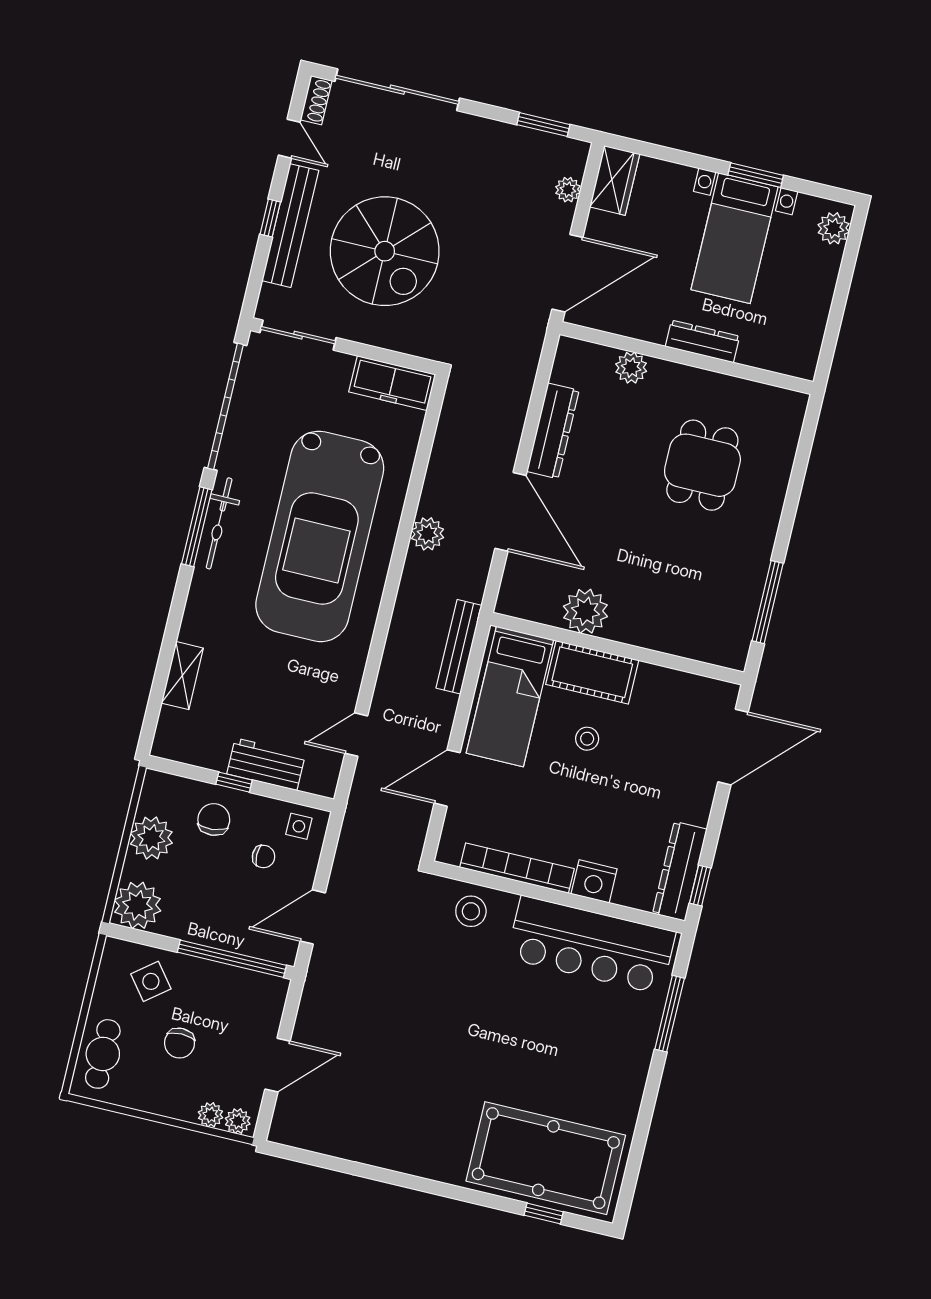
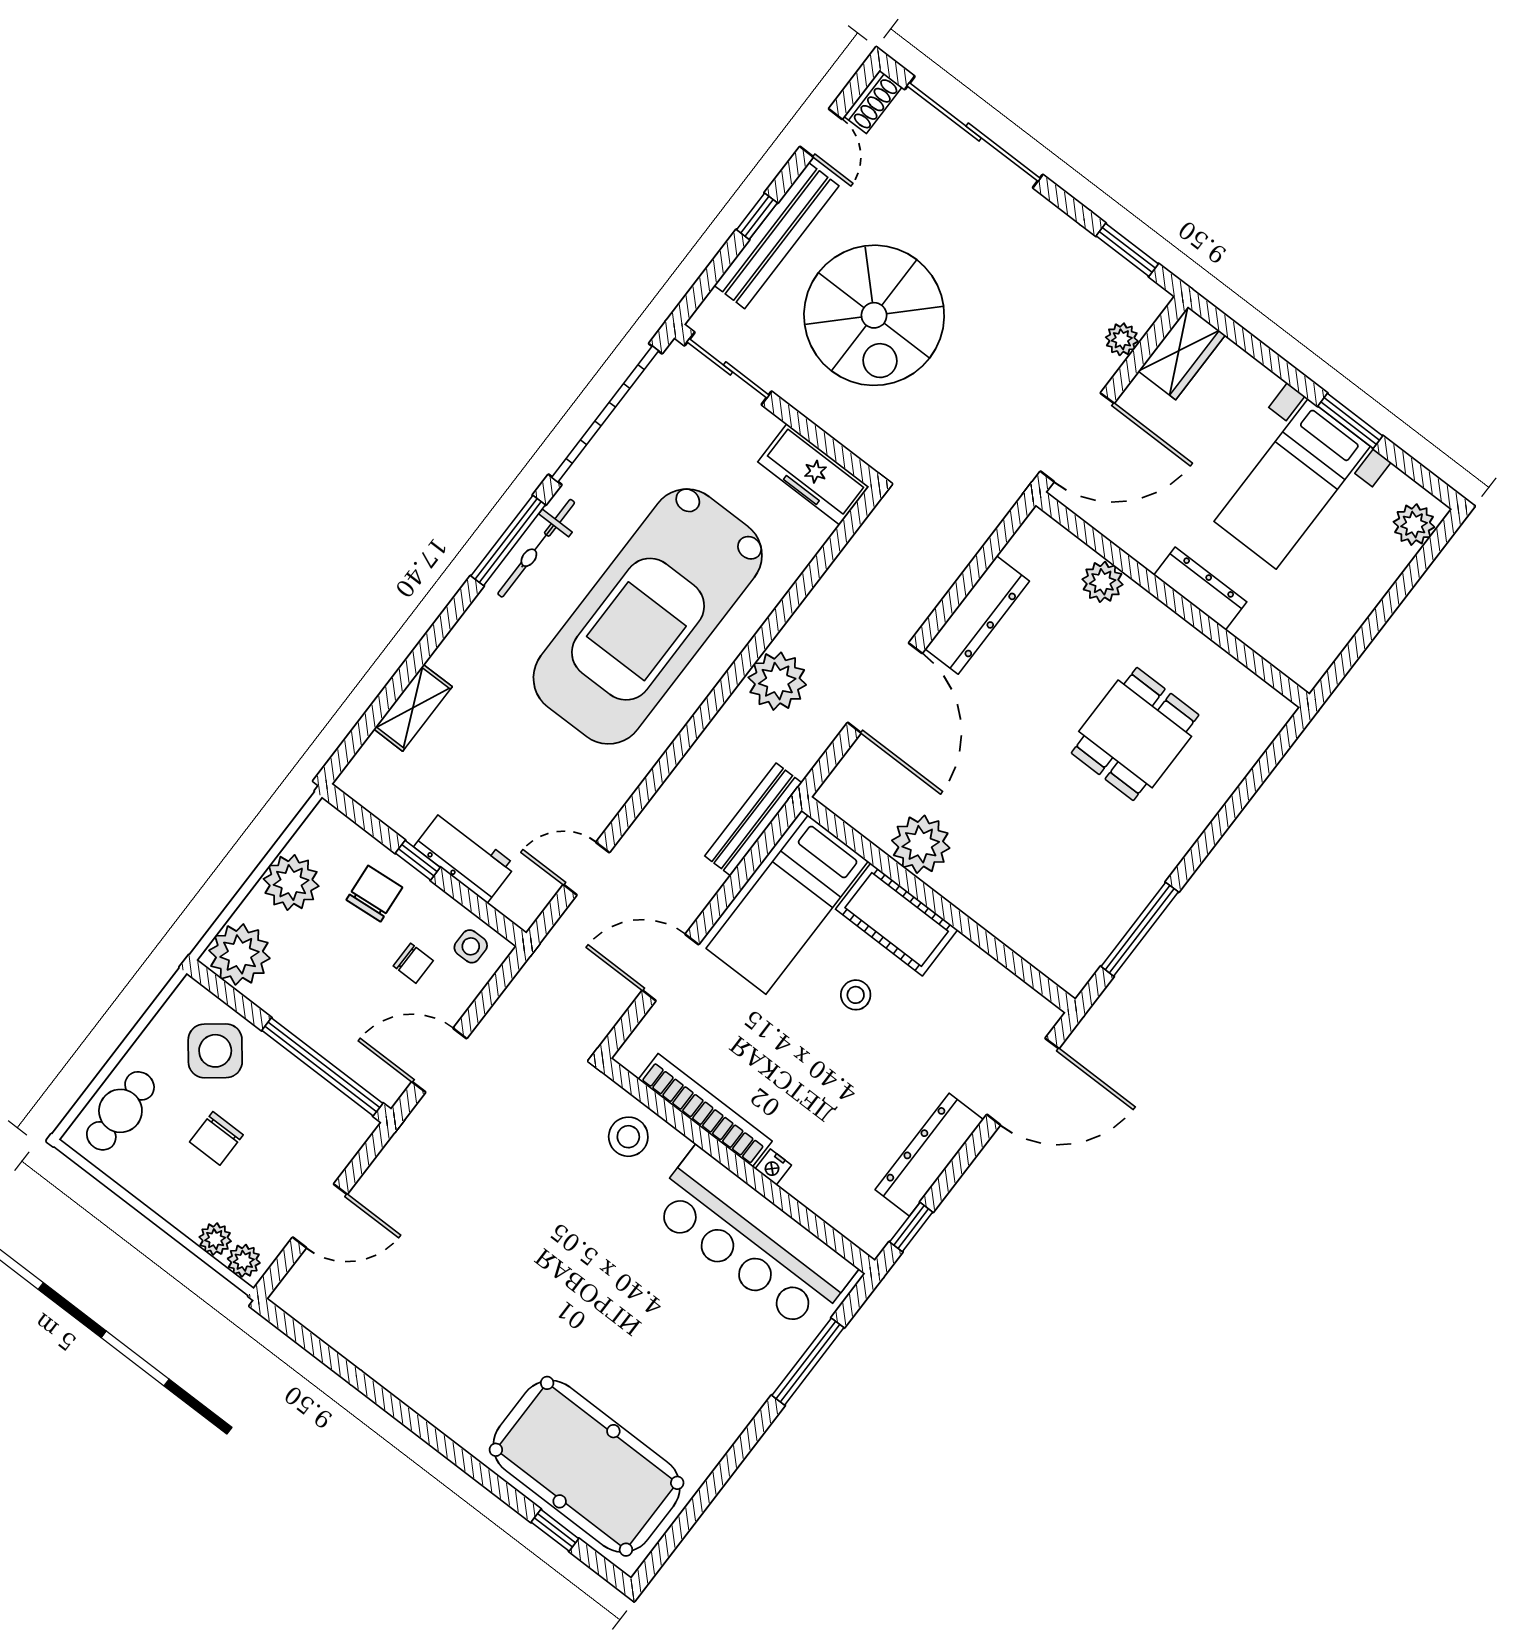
plant: (427, 534) -> (777, 681), width x1.36, depth x1.36
dresser: (680, 871) -> (929, 1155), moved
nightstand: (594, 881) -> (773, 1167), width x0.53, depth x0.56
side table: (151, 981) -> (215, 1051), width x1.37, depth x1.37

